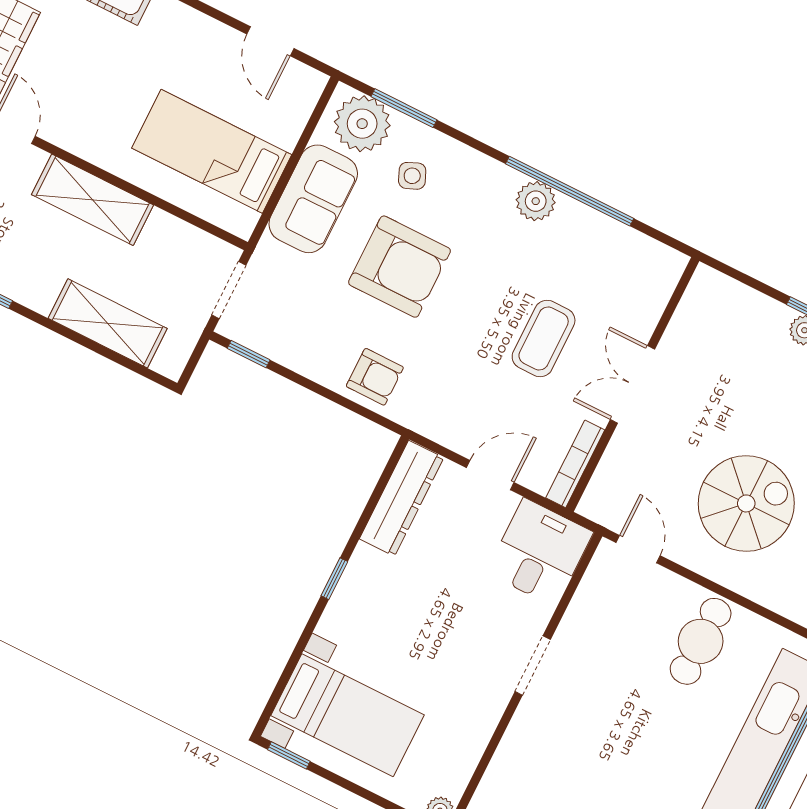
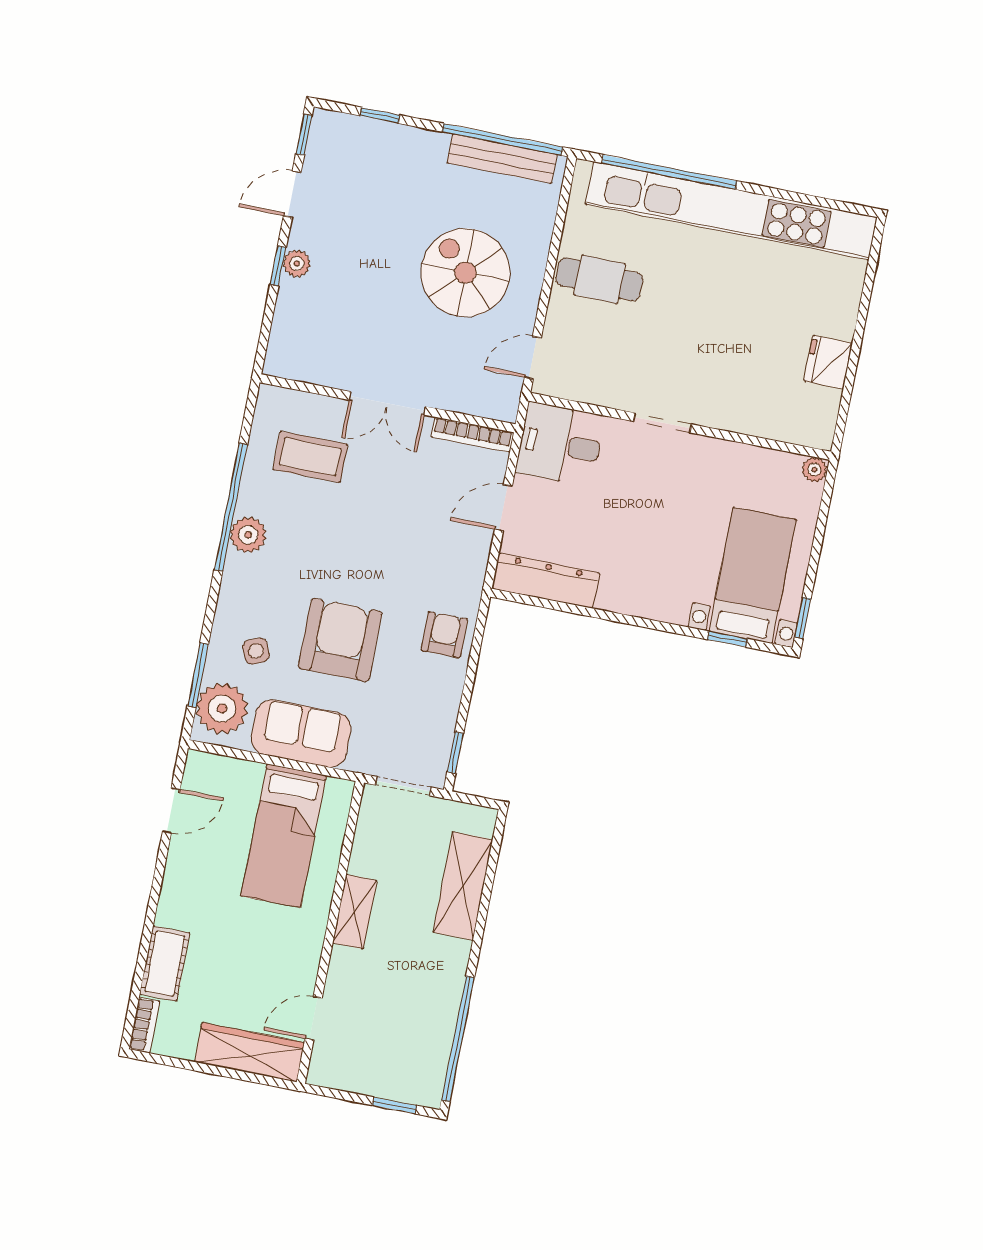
shelving: (93, 200) -> (355, 912), width x0.67, depth x0.75
coffee table: (544, 338) -> (310, 457), moved
door: (490, 475) -> (503, 508), hinge flipped
window: (334, 579) -> (727, 639), moved

